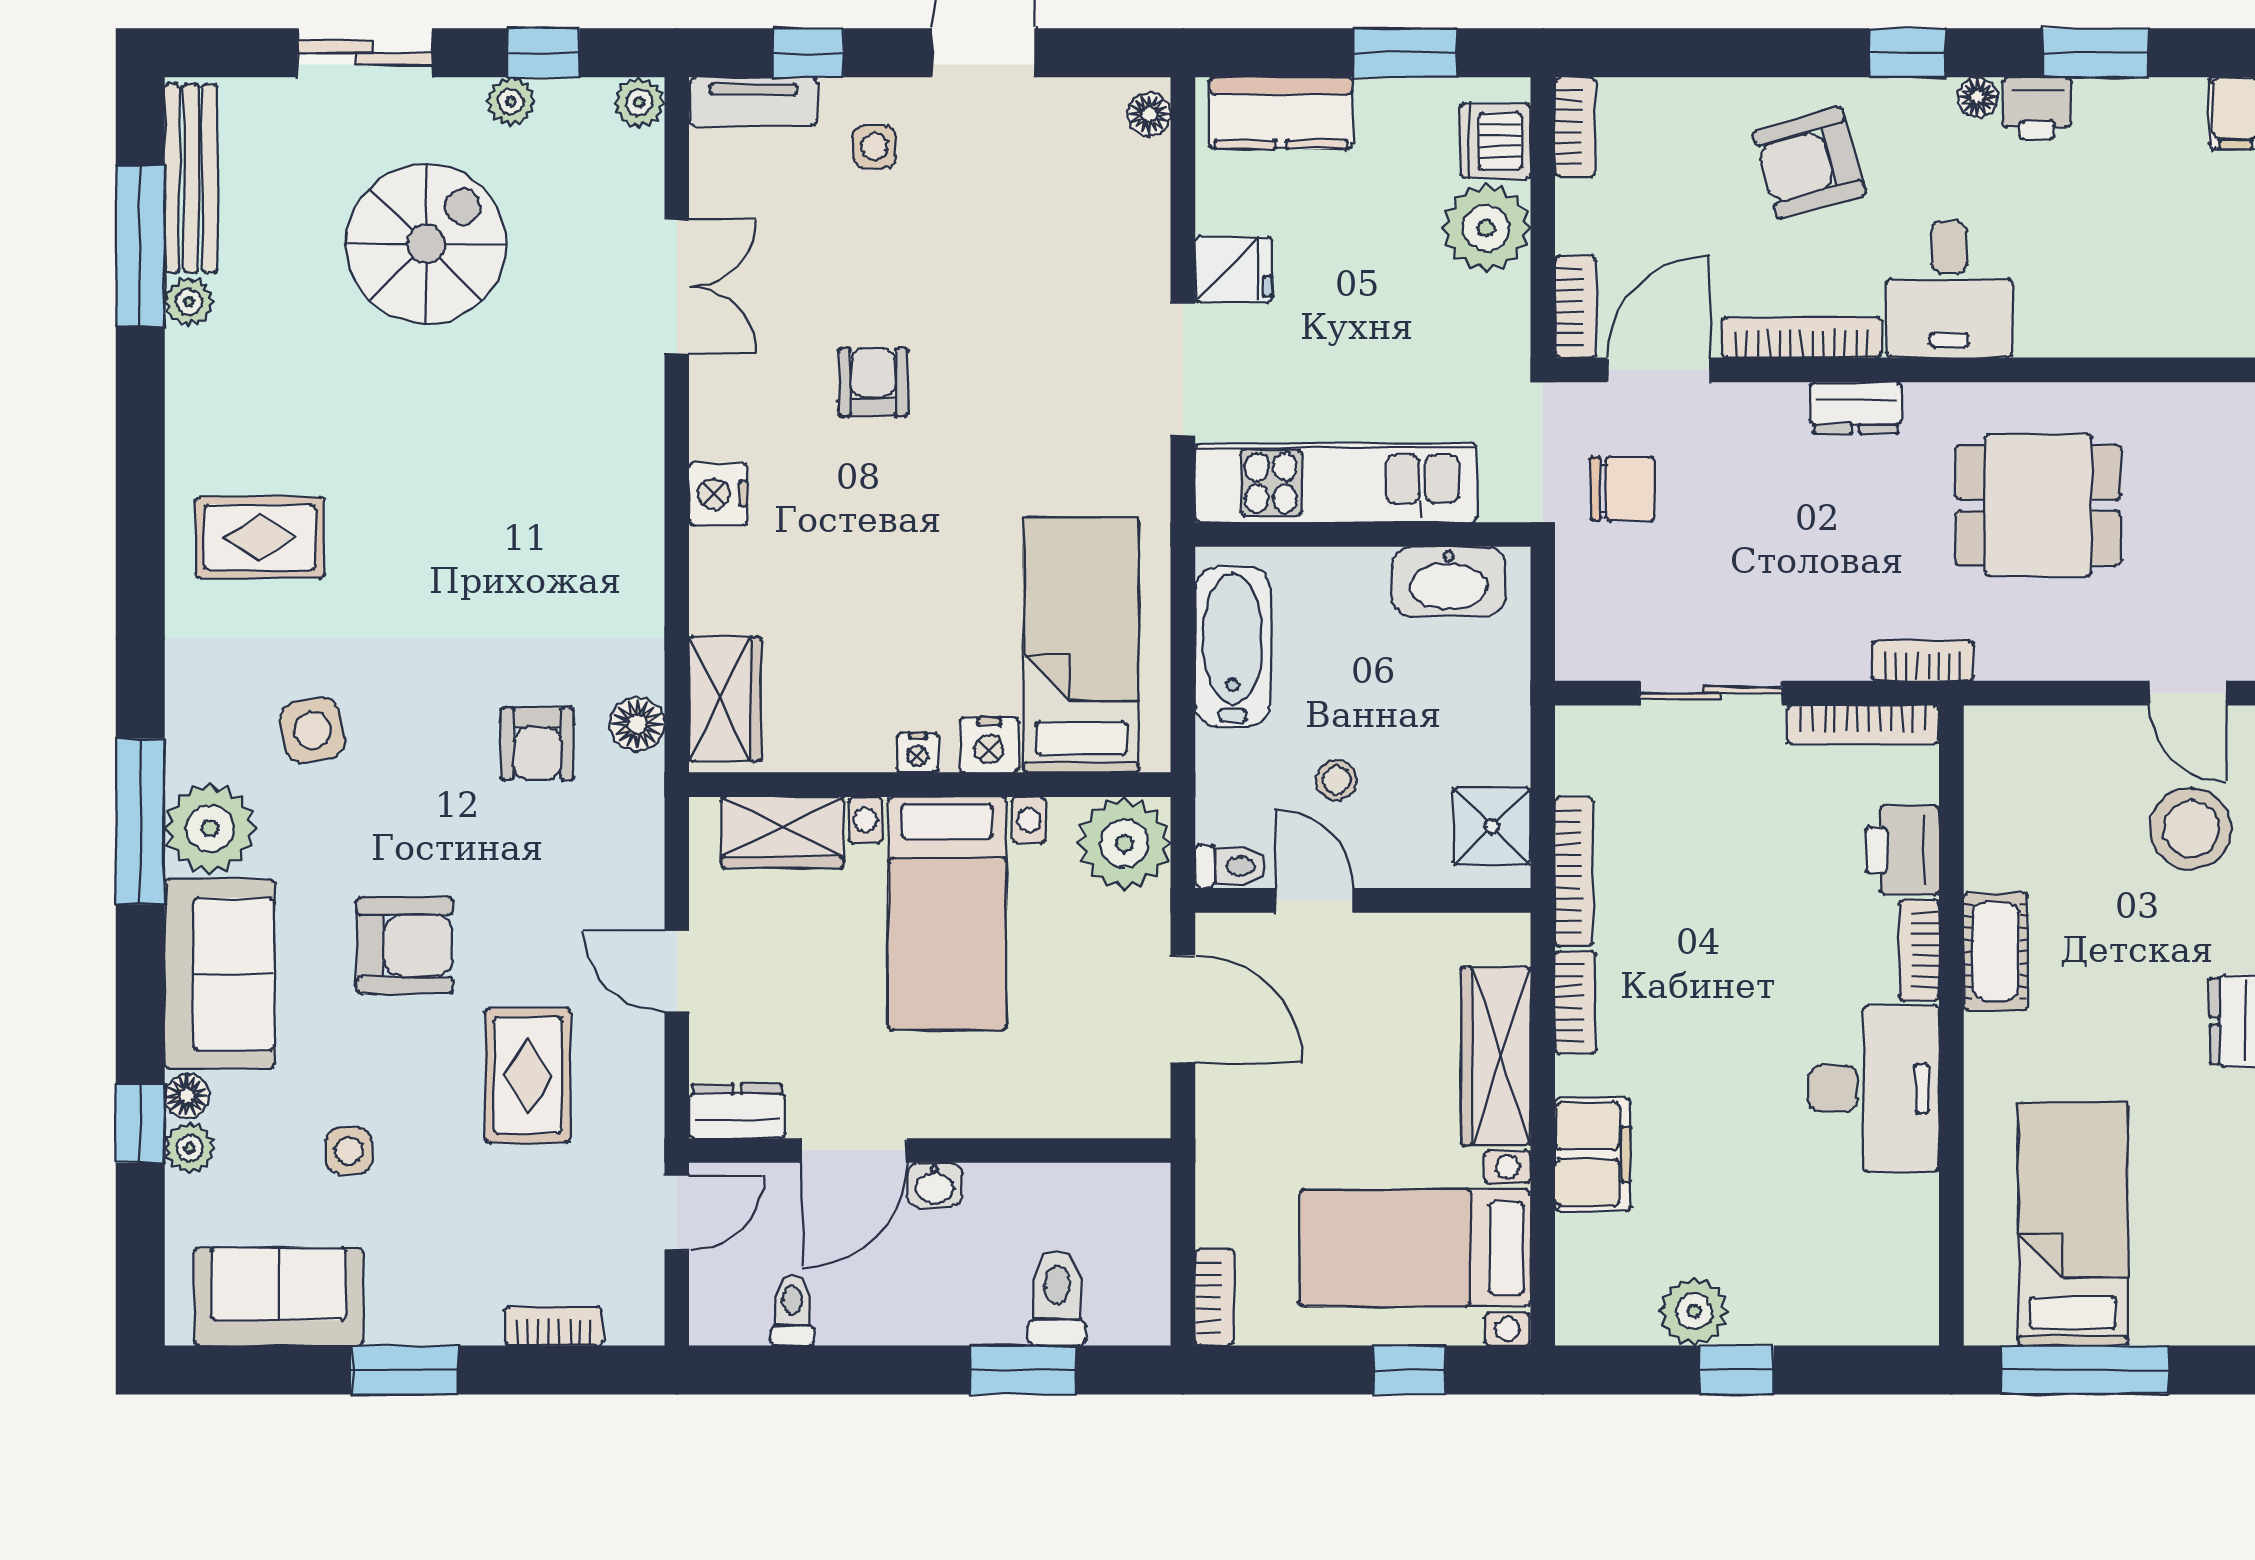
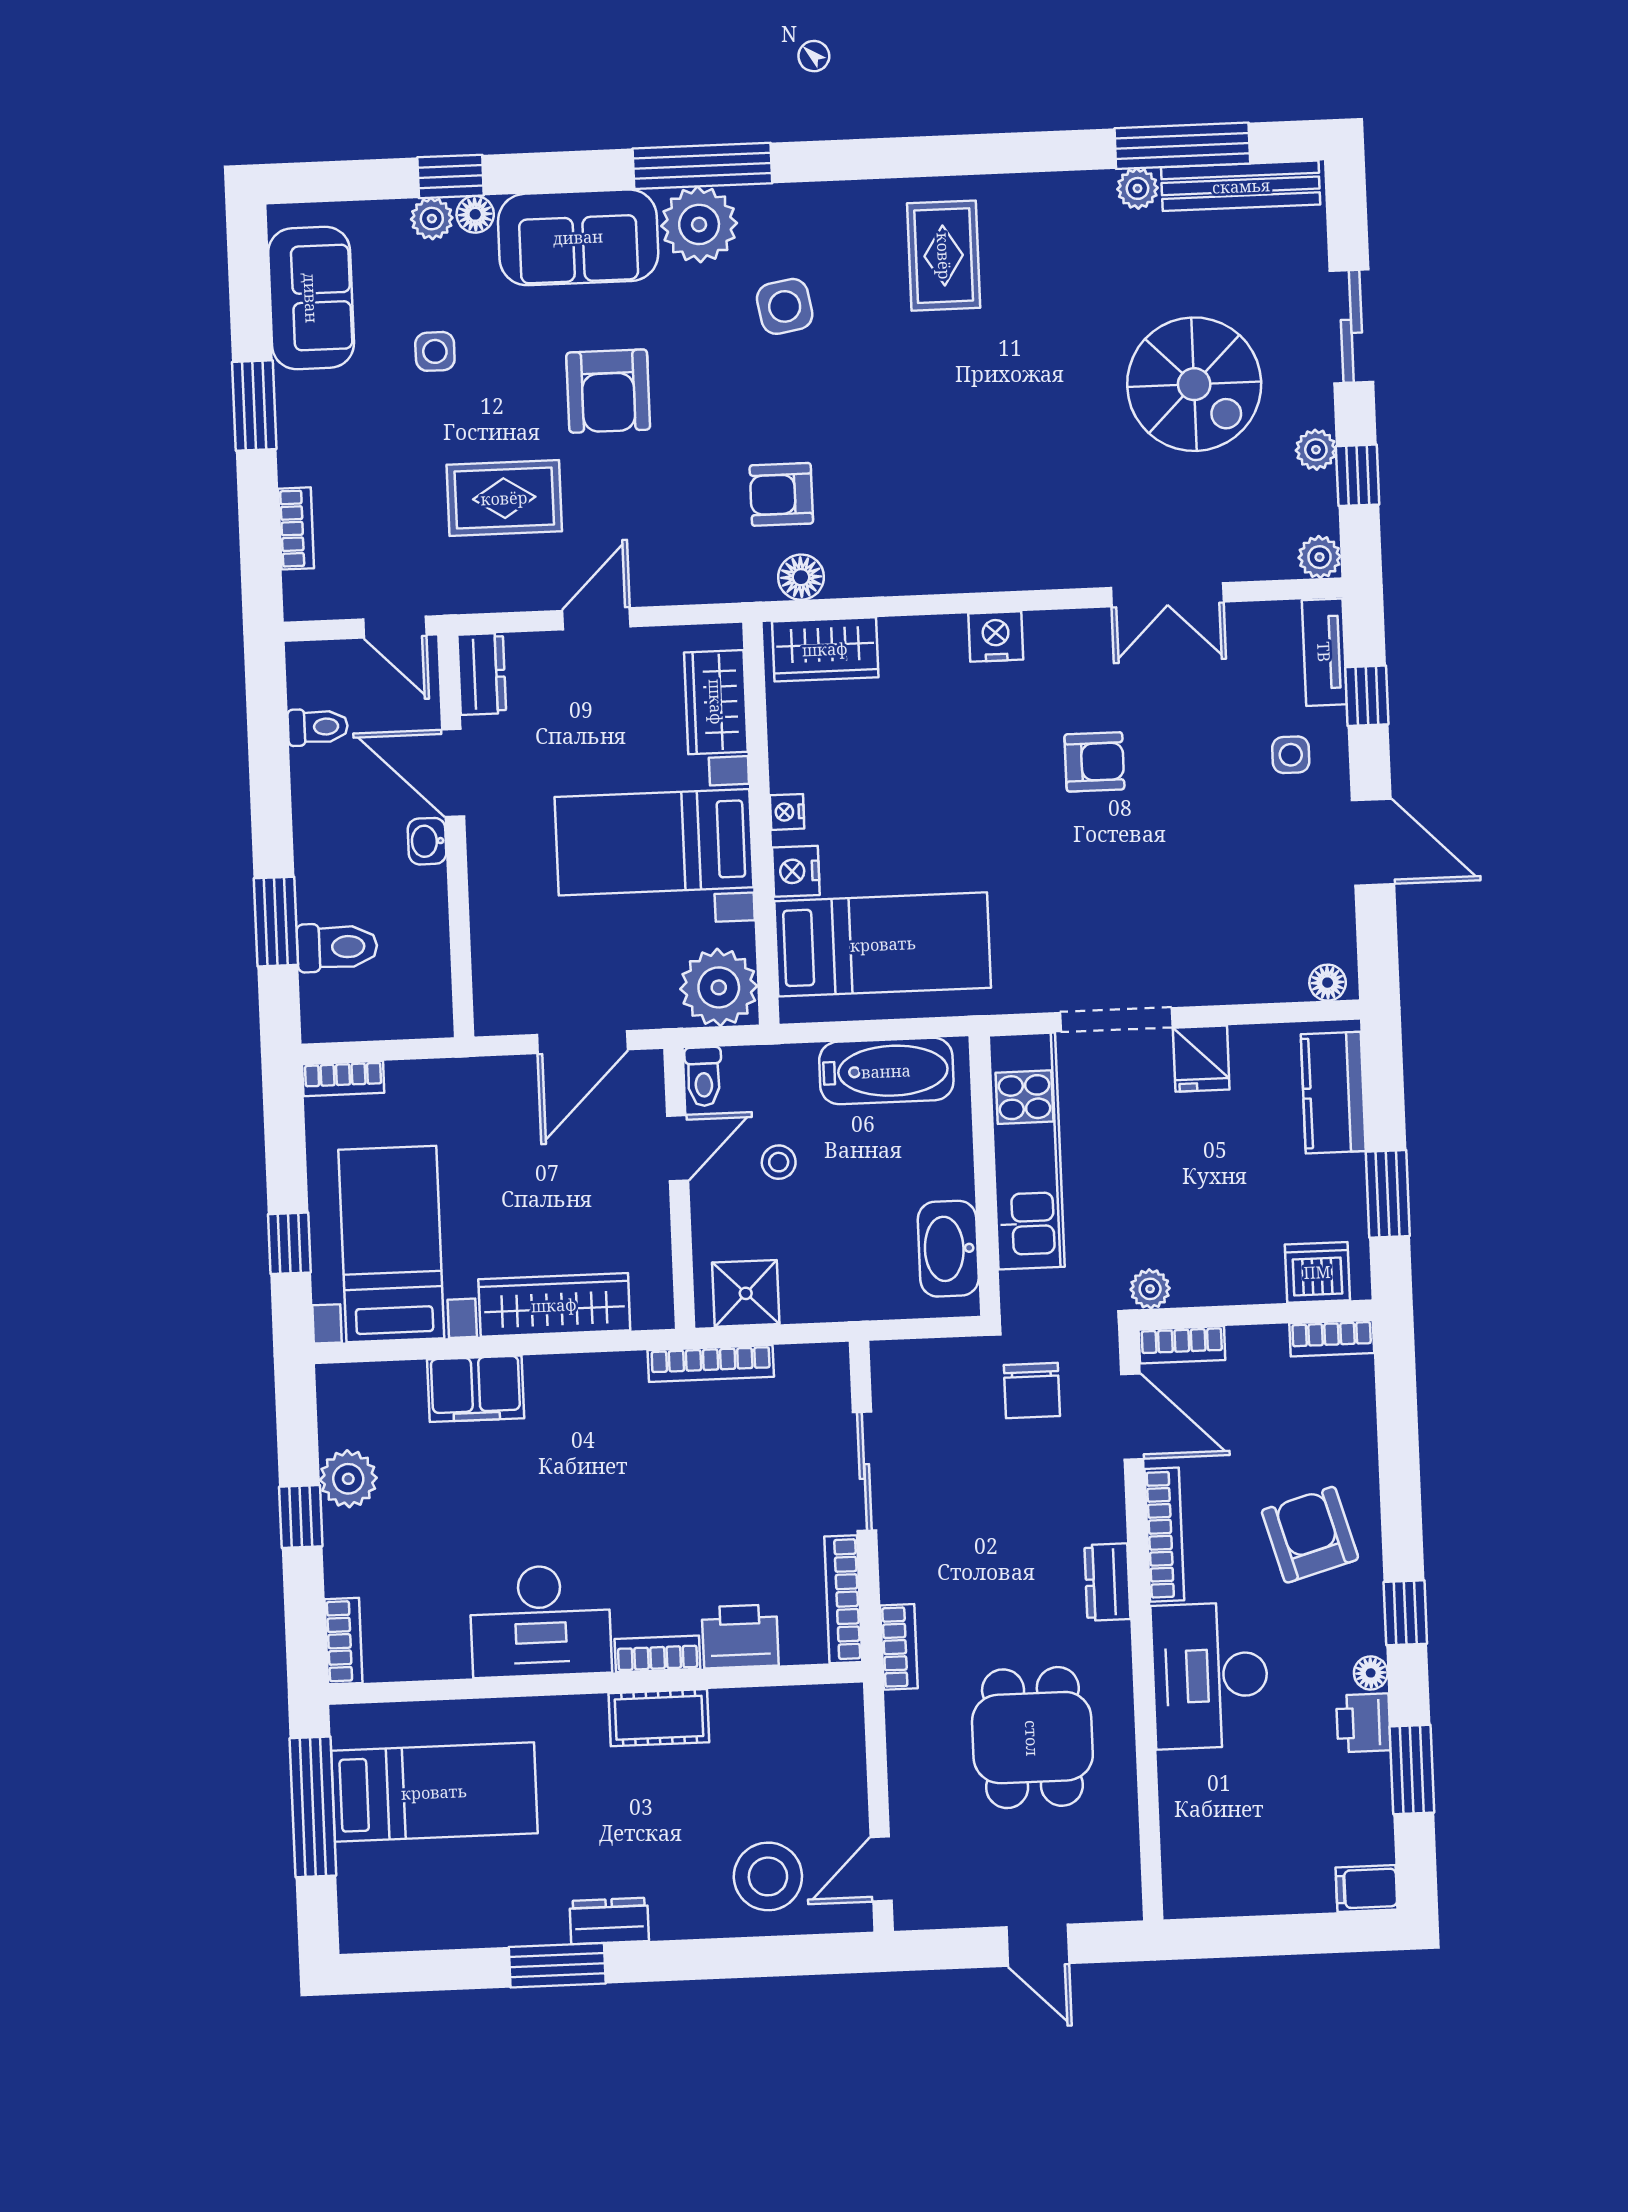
plant: (1486, 228) -> (1150, 1289), moved, width x0.53, depth x0.53
desk: (1949, 290) -> (1210, 1676), width x1.37
bookcase: (1575, 1002) -> (344, 1641), moved, turned -90

